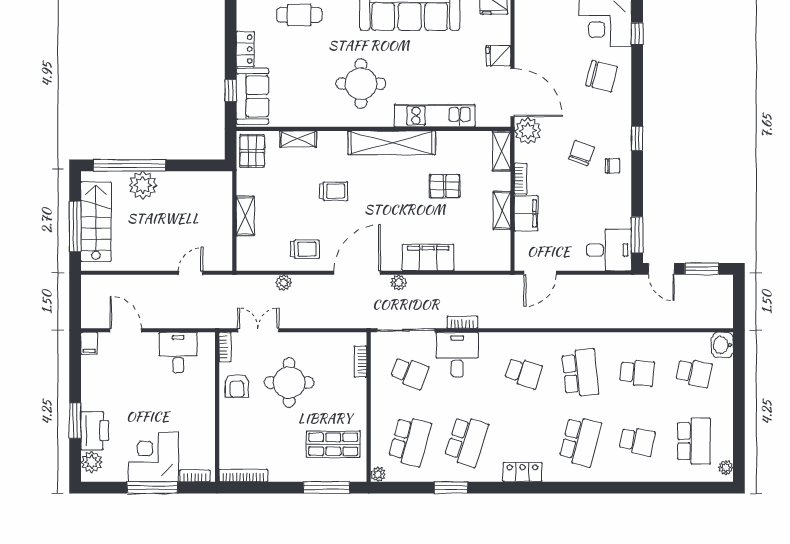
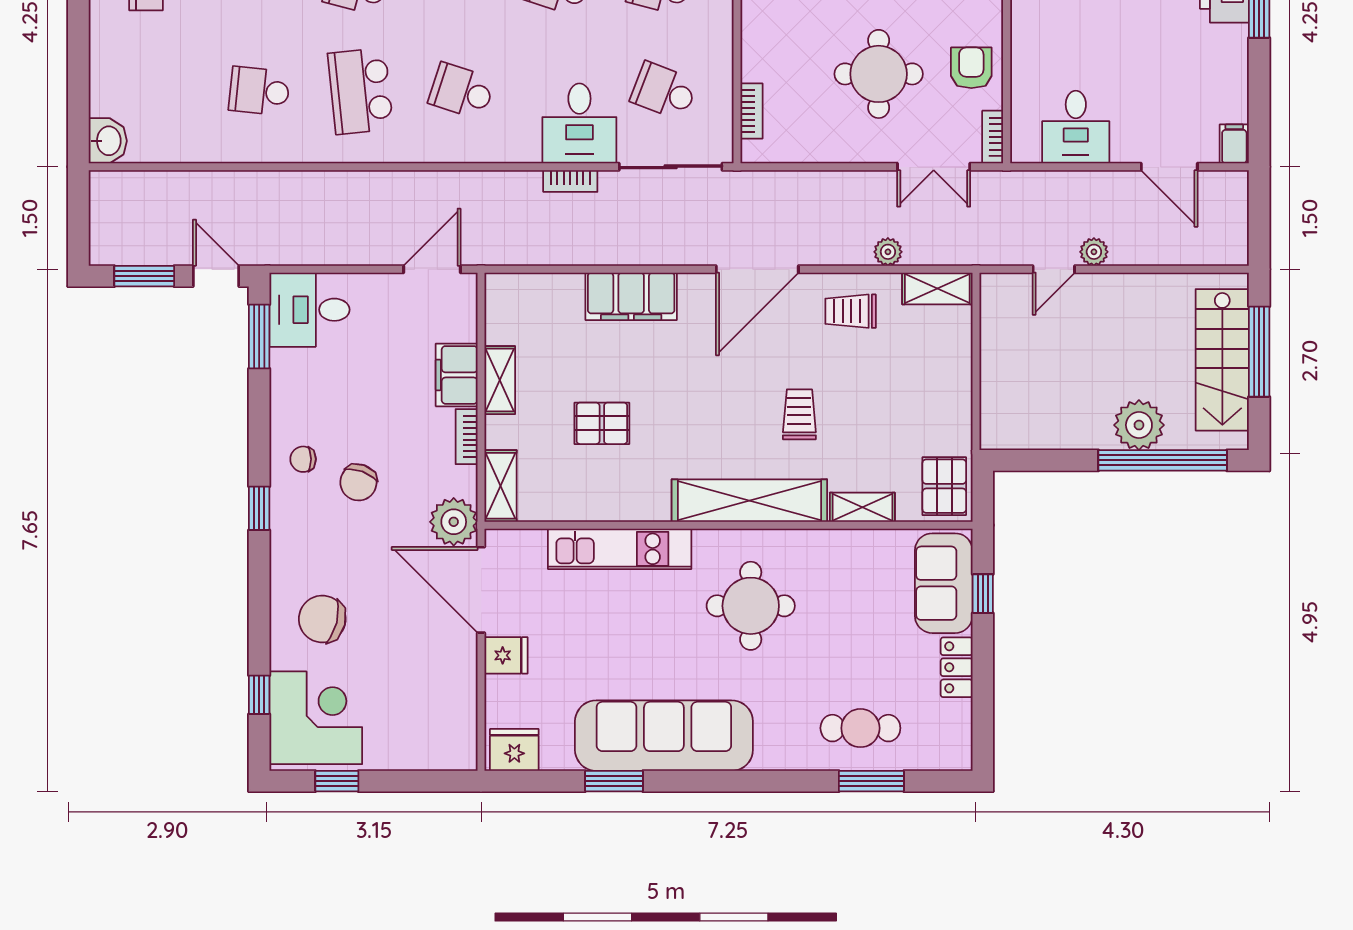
shelving: (392, 143) -> (749, 501), moved
trolley: (334, 191) -> (799, 414), turned 90
shelving: (245, 216) -> (937, 288), moved, turned 90
plant: (399, 282) -> (1094, 252), moved
school desk: (694, 373) -> (158, 91), removed

